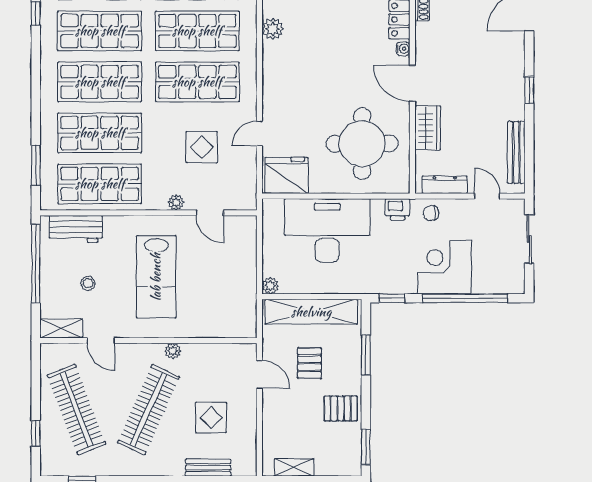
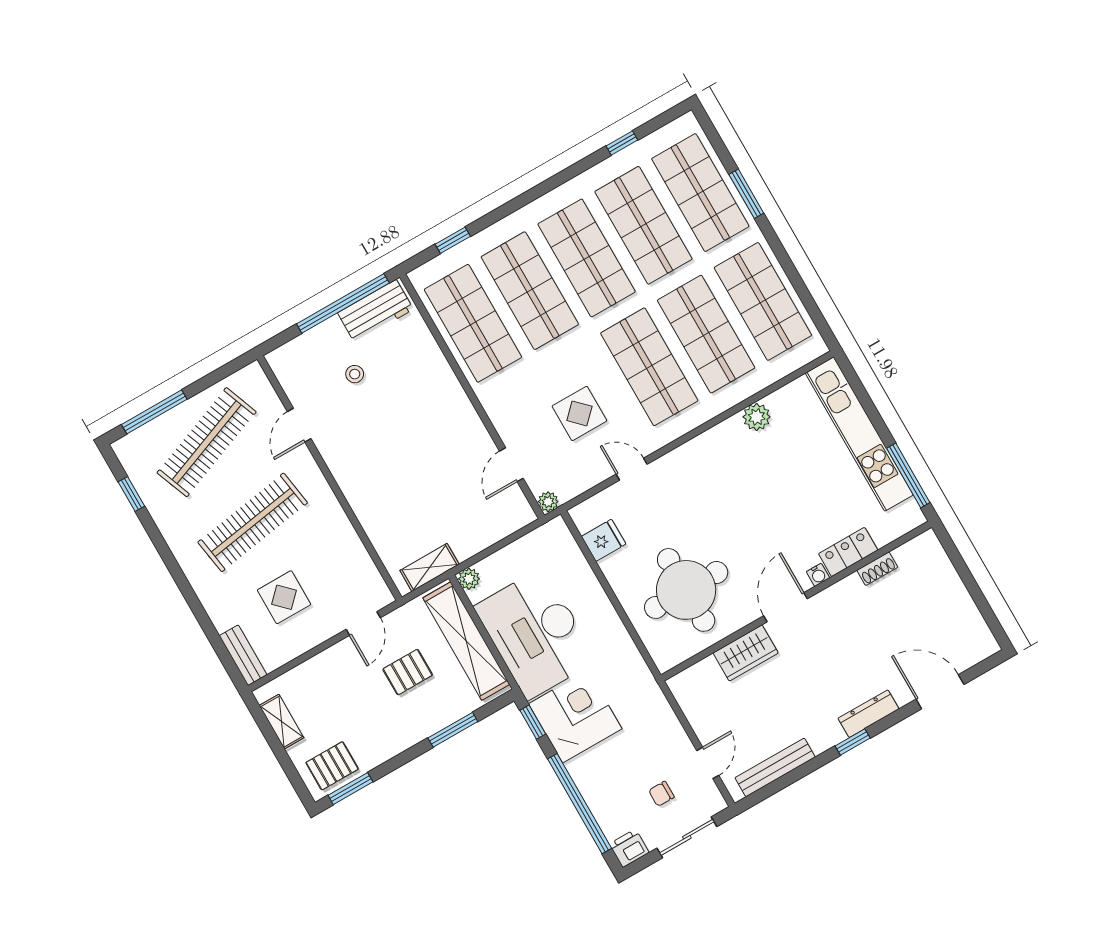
window: (36, 165) -> (453, 240), width x0.67
fridge: (286, 175) -> (604, 540), width x0.53, depth x0.75
dresser: (445, 185) -> (868, 714), moved, turned -90
plant: (176, 202) -> (548, 502), moved
printer: (398, 209) -> (629, 848), moved, turned 90
chair: (431, 213) -> (661, 794), moved, turned -90
workbench: (76, 229) -> (375, 311), moved, turned -90
desk: (327, 231) -> (535, 634), moved, turned 180
corner desk: (444, 267) -> (575, 716), moved
lab bench: (156, 277) -> (406, 446), removed
shelving: (61, 328) -> (429, 567), moved, turned 90
plant: (173, 351) -> (334, 512), removed
pallet: (341, 408) -> (332, 766), moved, turned 90
clothes rail: (148, 410) -> (253, 522), turned -33
window: (36, 433) -> (154, 412), width x2.17
bench: (208, 468) -> (243, 655), moved

